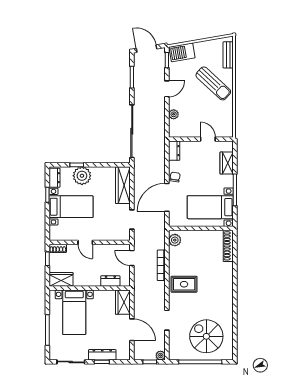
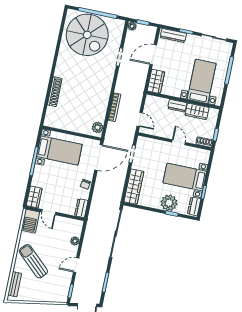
barbecue: (182, 52) -> (30, 221), moved, turned 100
wardrobe: (227, 163) -> (34, 197), moved
door: (167, 197) -> (99, 157), moved
shoe rack: (228, 246) -> (55, 92), moved
wardrobe: (61, 279) -> (197, 111), moved
dresser: (110, 281) -> (177, 106), moved
rug: (184, 284) -> (97, 86), removed
door: (132, 330) -> (153, 55), hinge flipped
spiral stairs: (206, 336) -> (87, 35), width x1.37, depth x1.37
dresser: (102, 355) -> (173, 35), moved

